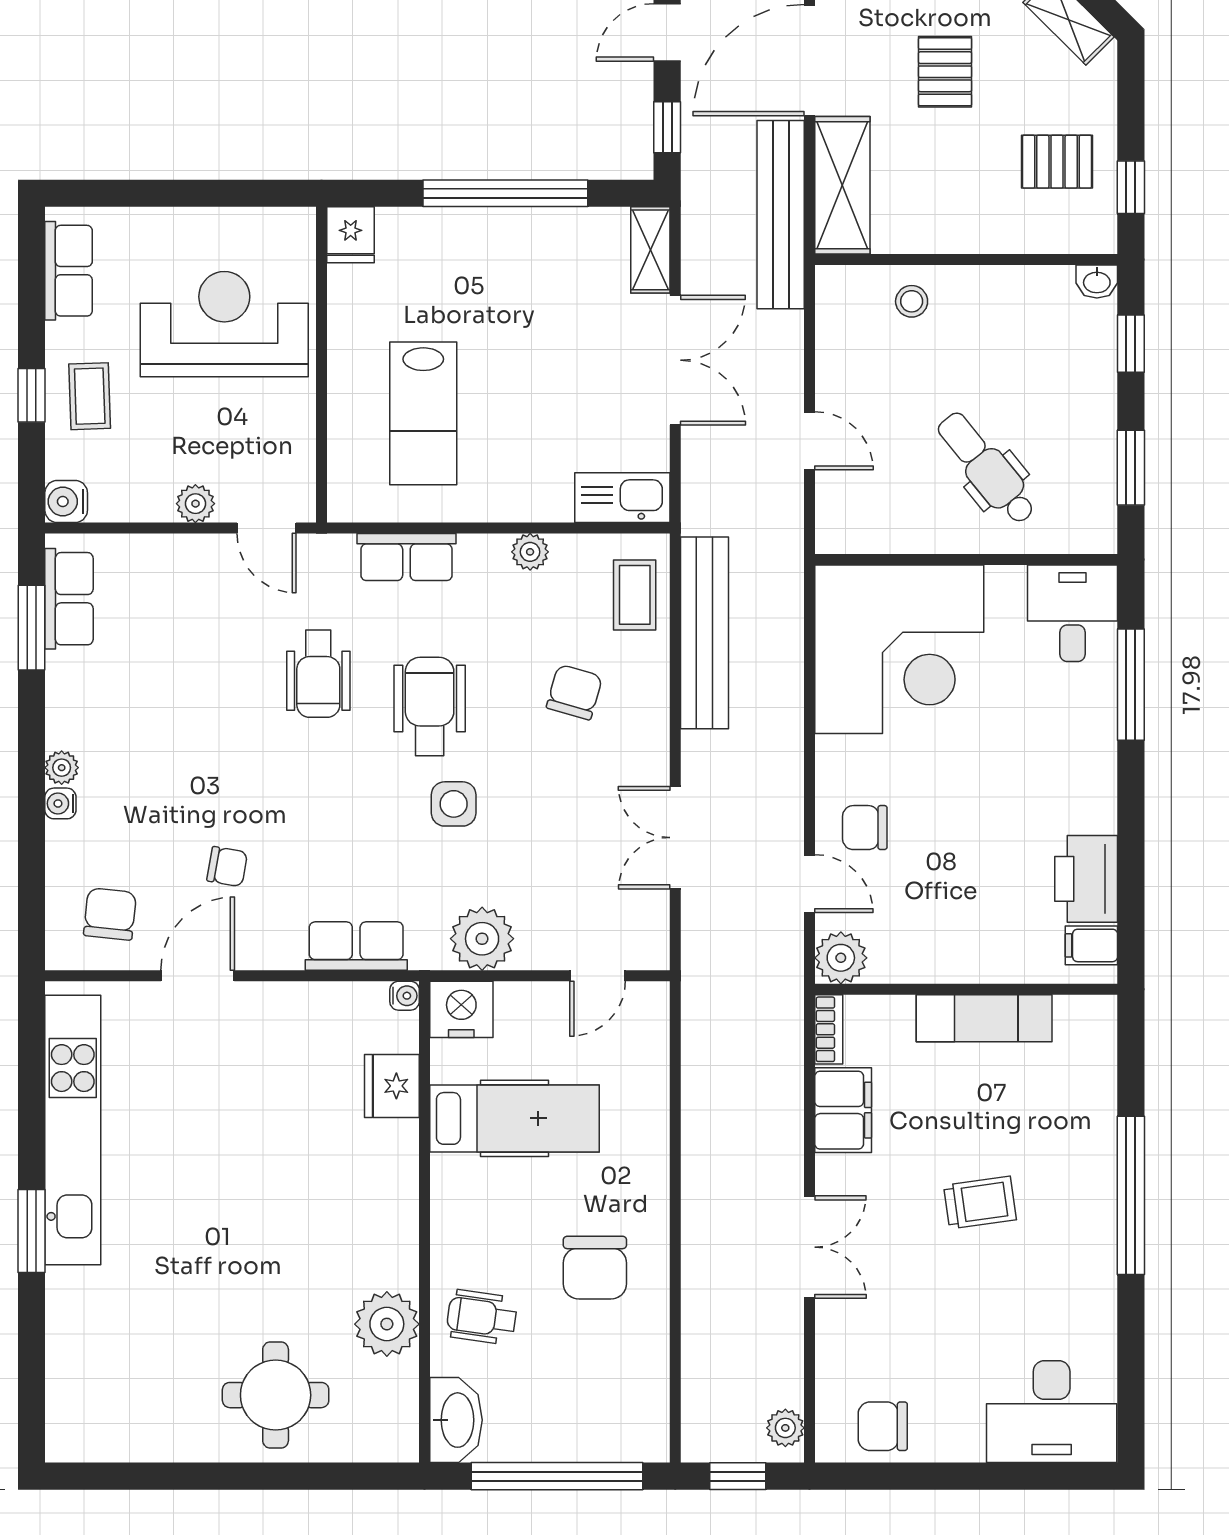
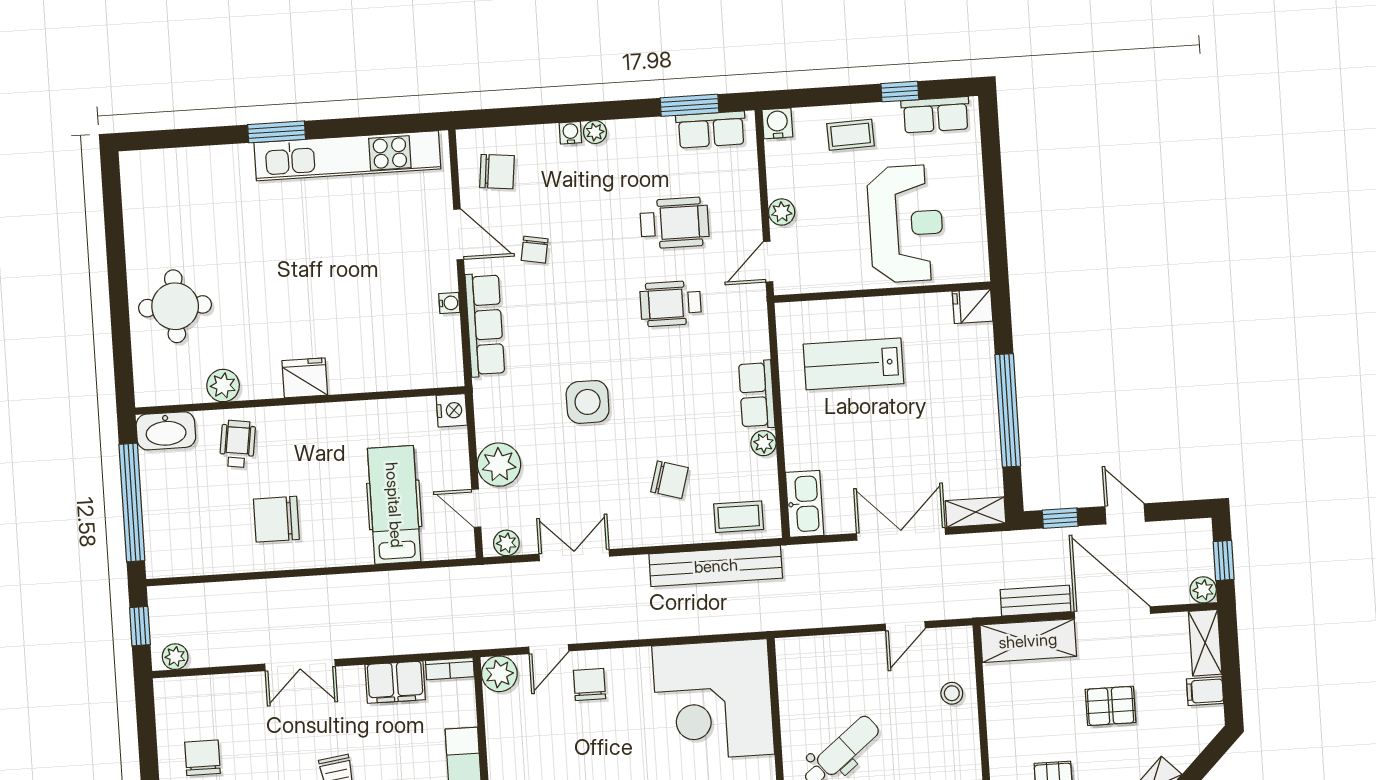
bench: (781, 215) -> (1035, 601), width x0.54, depth x0.82
double door: (675, 360) -> (901, 534), swing flipped
window: (31, 395) -> (900, 92), moved
door: (809, 441) -> (905, 626), moved
row of seats: (406, 557) -> (757, 395), moved
wheelchair: (430, 706) -> (674, 223), moved
side table: (454, 804) -> (588, 402), width x1.37, depth x1.37
plant: (651, 935) -> (506, 543), added
plant: (482, 939) -> (499, 465), moved
row of seats: (356, 946) -> (485, 325), width x1.48
water cooler: (405, 996) -> (449, 303), moved, turned -90
nightstand: (461, 1009) -> (452, 410), width x0.74, depth x0.75
fridge: (392, 1086) -> (305, 378), moved
hospital bed: (514, 1118) -> (394, 505), moved, turned 180
plant: (387, 1324) -> (223, 386), width x0.73, depth x0.73
chair: (883, 1426) -> (202, 758), moved

